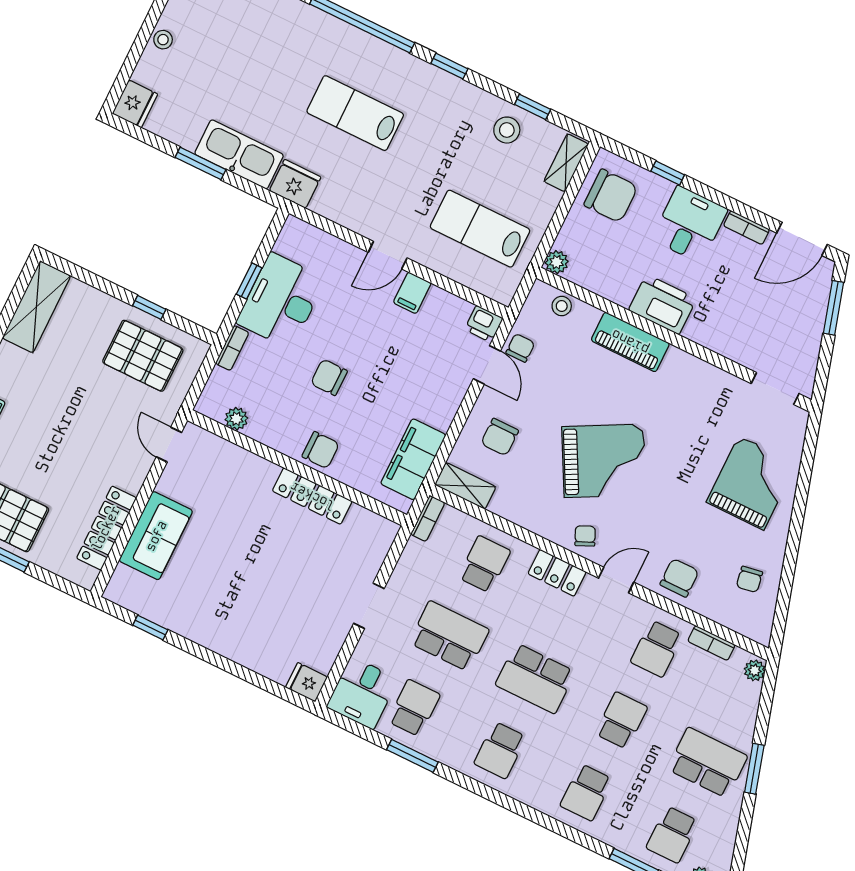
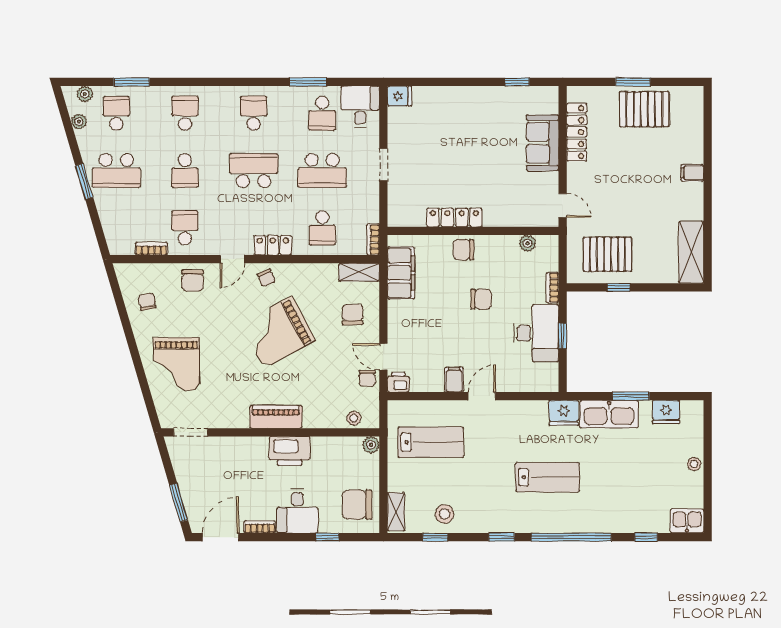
fridge: (135, 104) -> (666, 412), moved, turned -90
piano: (630, 342) -> (276, 417), moved
plant: (755, 670) -> (79, 122), moved

